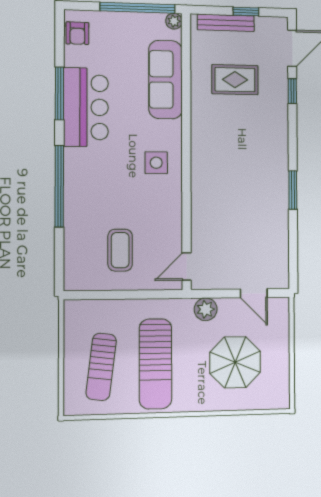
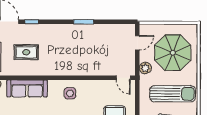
rug: (235, 80) -> (26, 52), turned 90
parasol: (235, 362) -> (173, 53), width x1.36, depth x1.36

